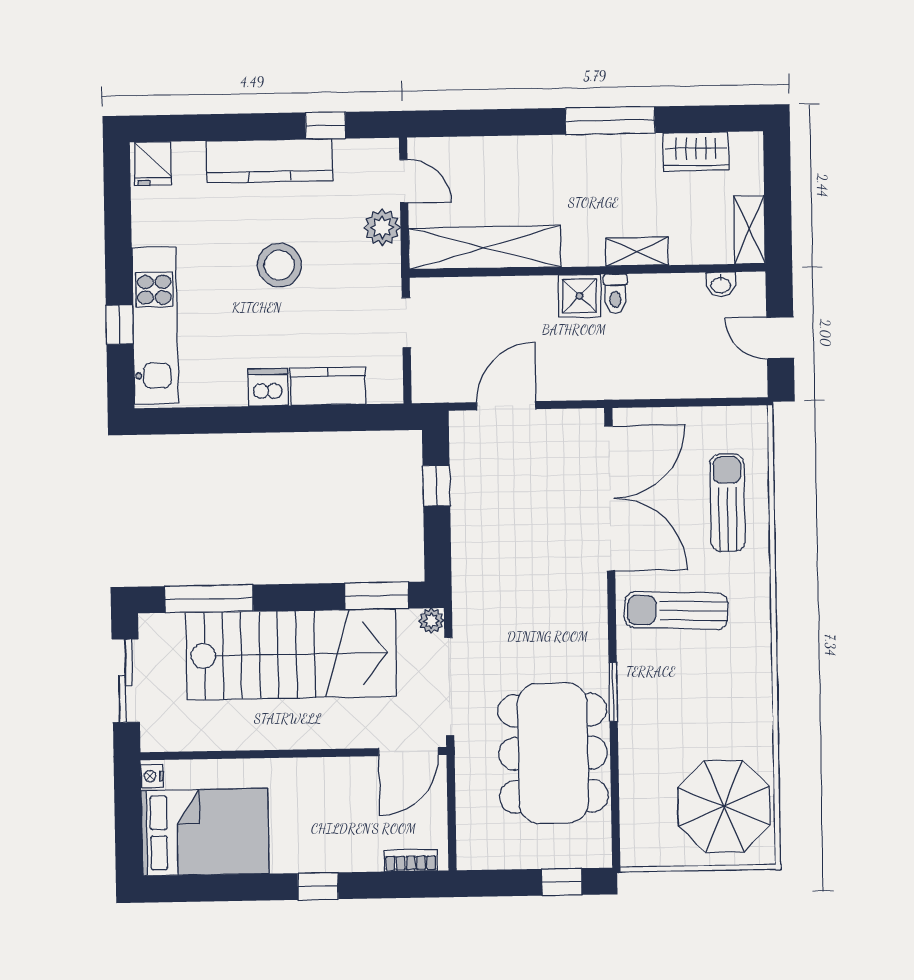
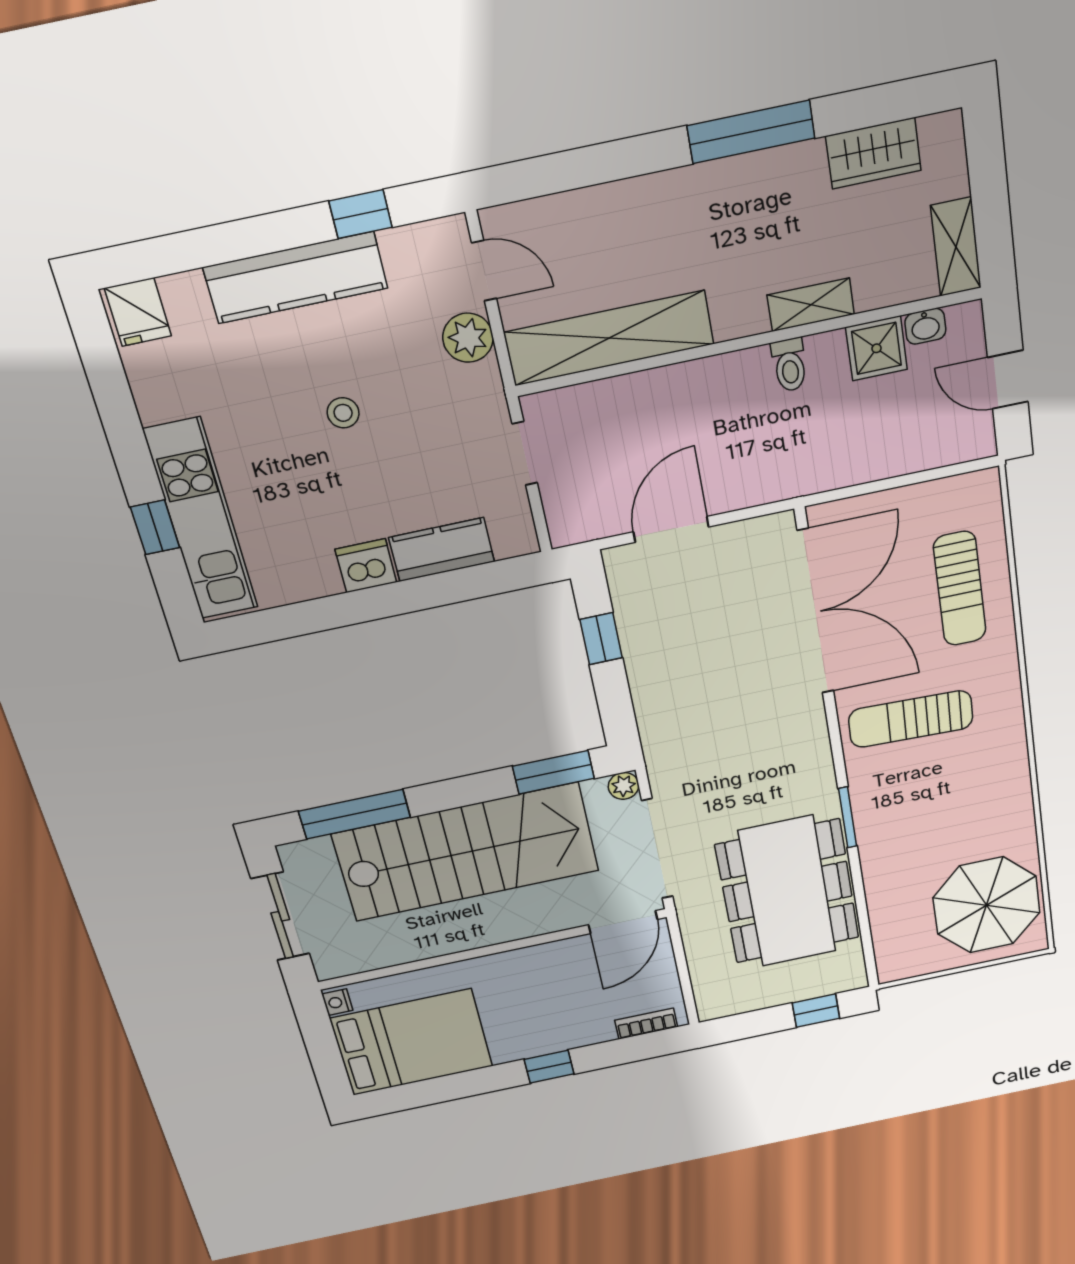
stool: (279, 265) -> (343, 413), width x0.53, depth x0.53
shower: (579, 296) -> (876, 348), moved
sun lounger: (727, 503) -> (960, 589), turned 180

